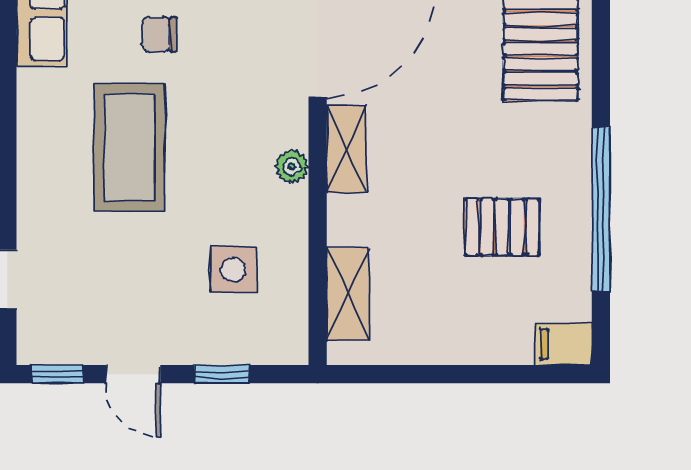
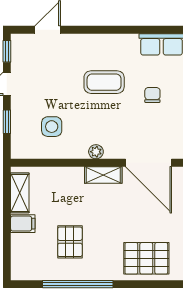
coffee table: (129, 147) -> (104, 82), width x0.73, depth x0.76
shelving: (348, 294) -> (20, 193), moved, turned 90
filing cabinet: (564, 344) -> (23, 224), moved, turned 90

